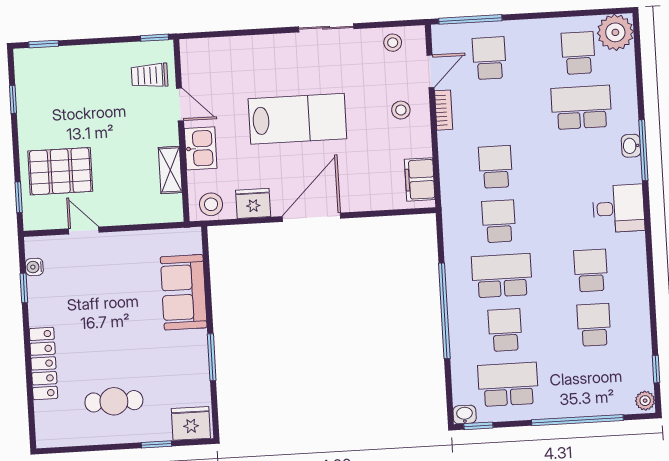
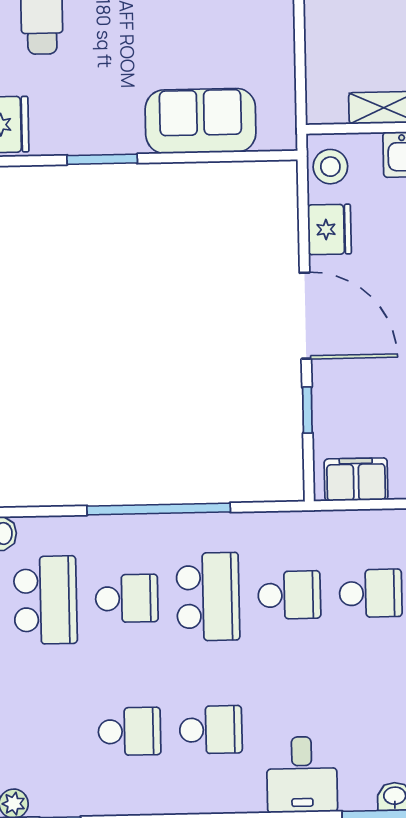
window: (374, 214) -> (307, 410), added

